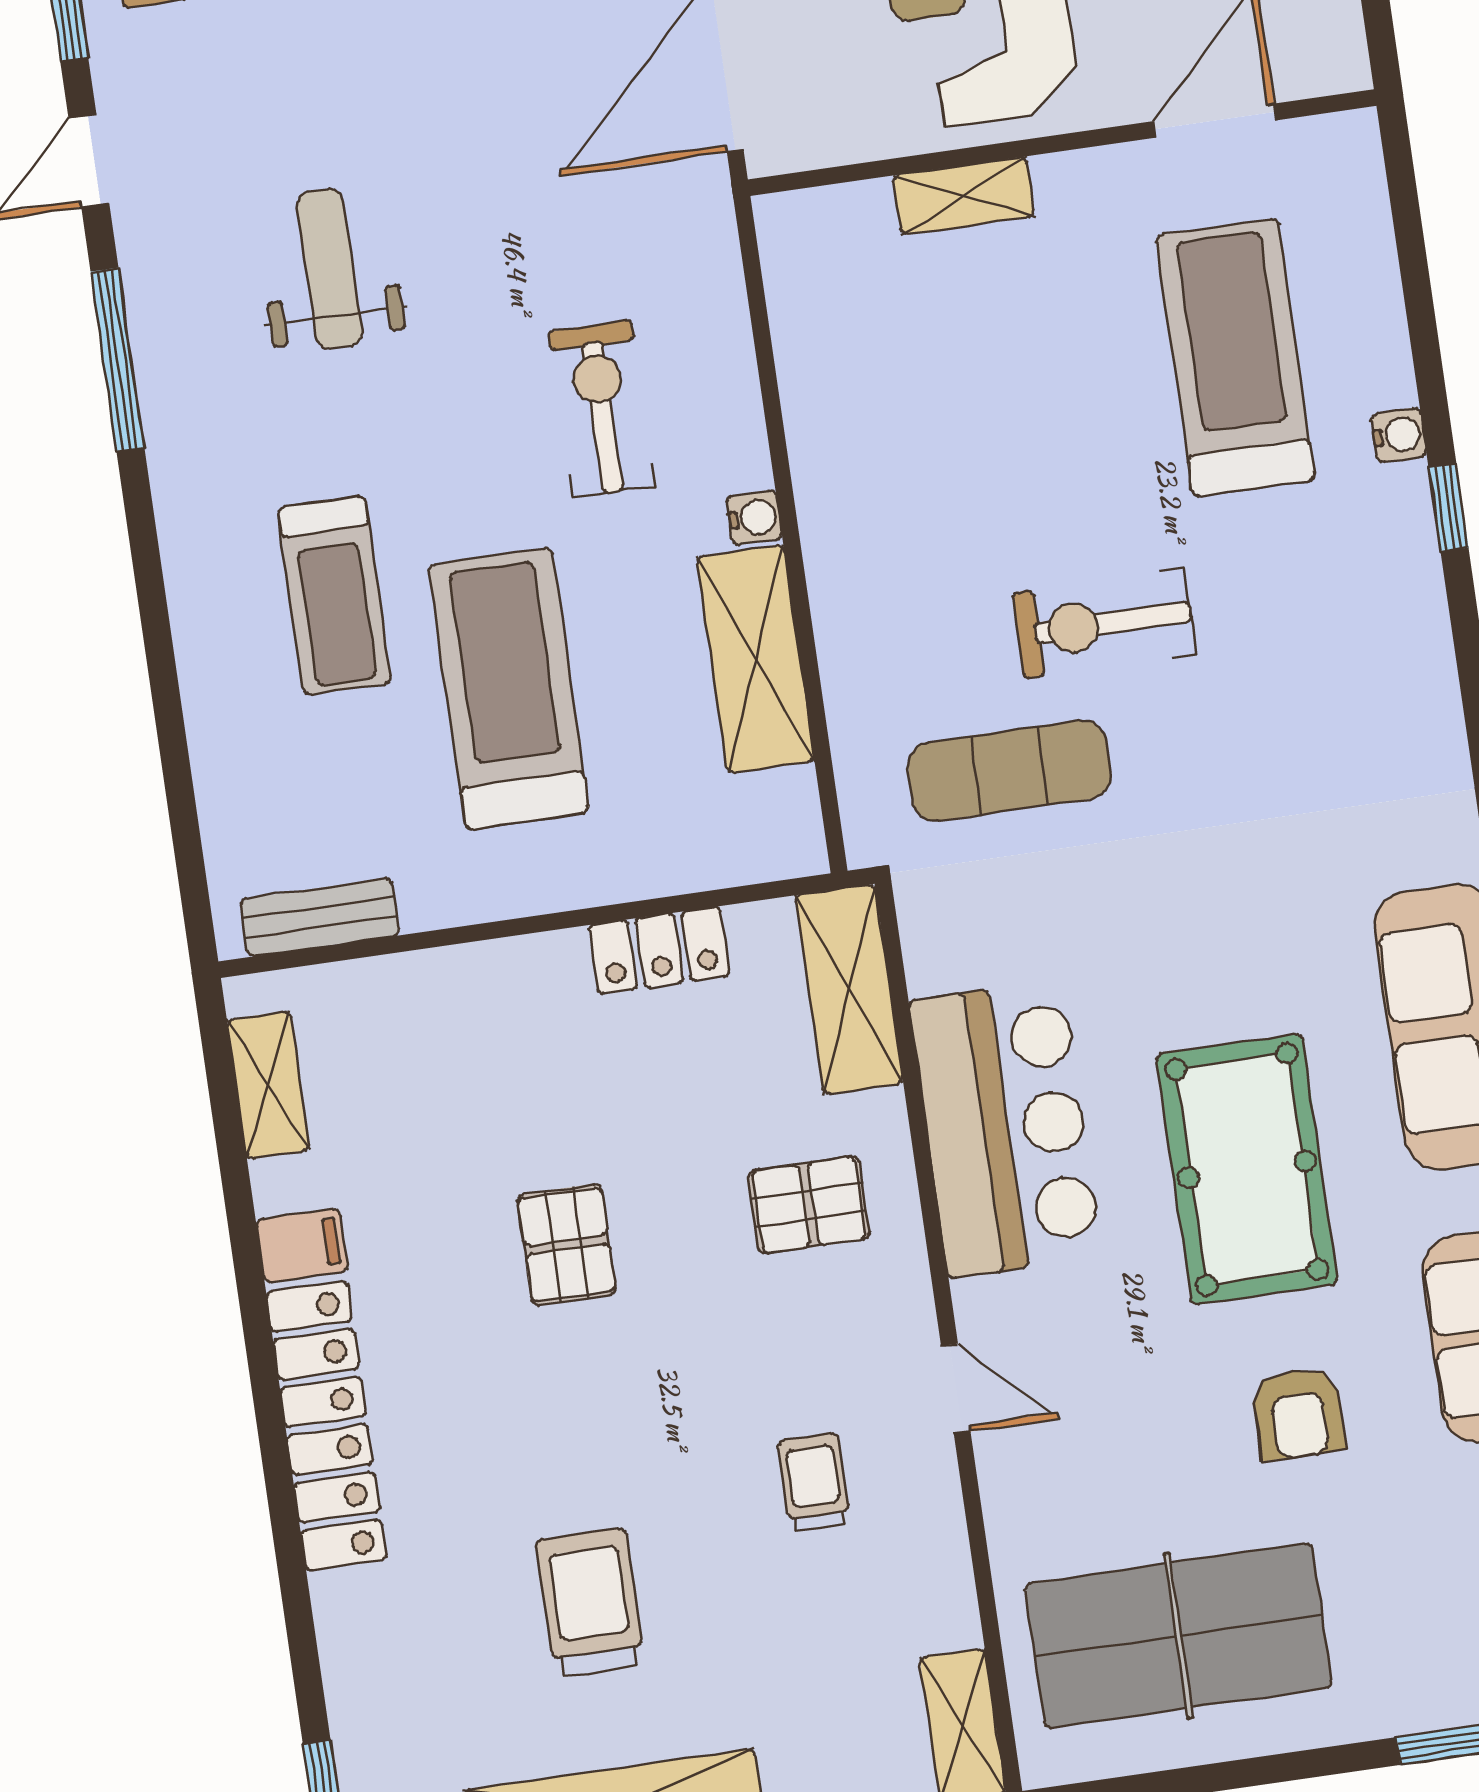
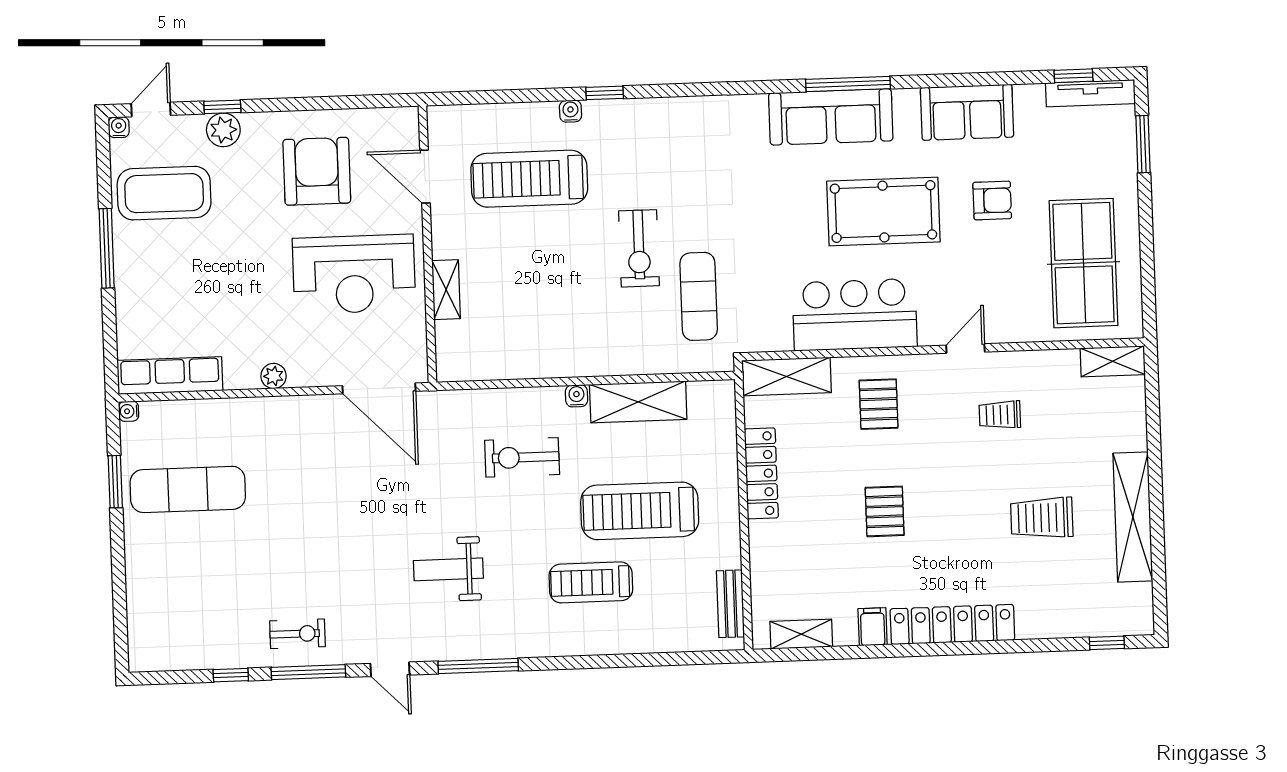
treadmill: (334, 595) -> (591, 582), turned 180
locker: (659, 950) -> (761, 473), width x1.53
pallet: (567, 1245) -> (885, 511), turned 90

